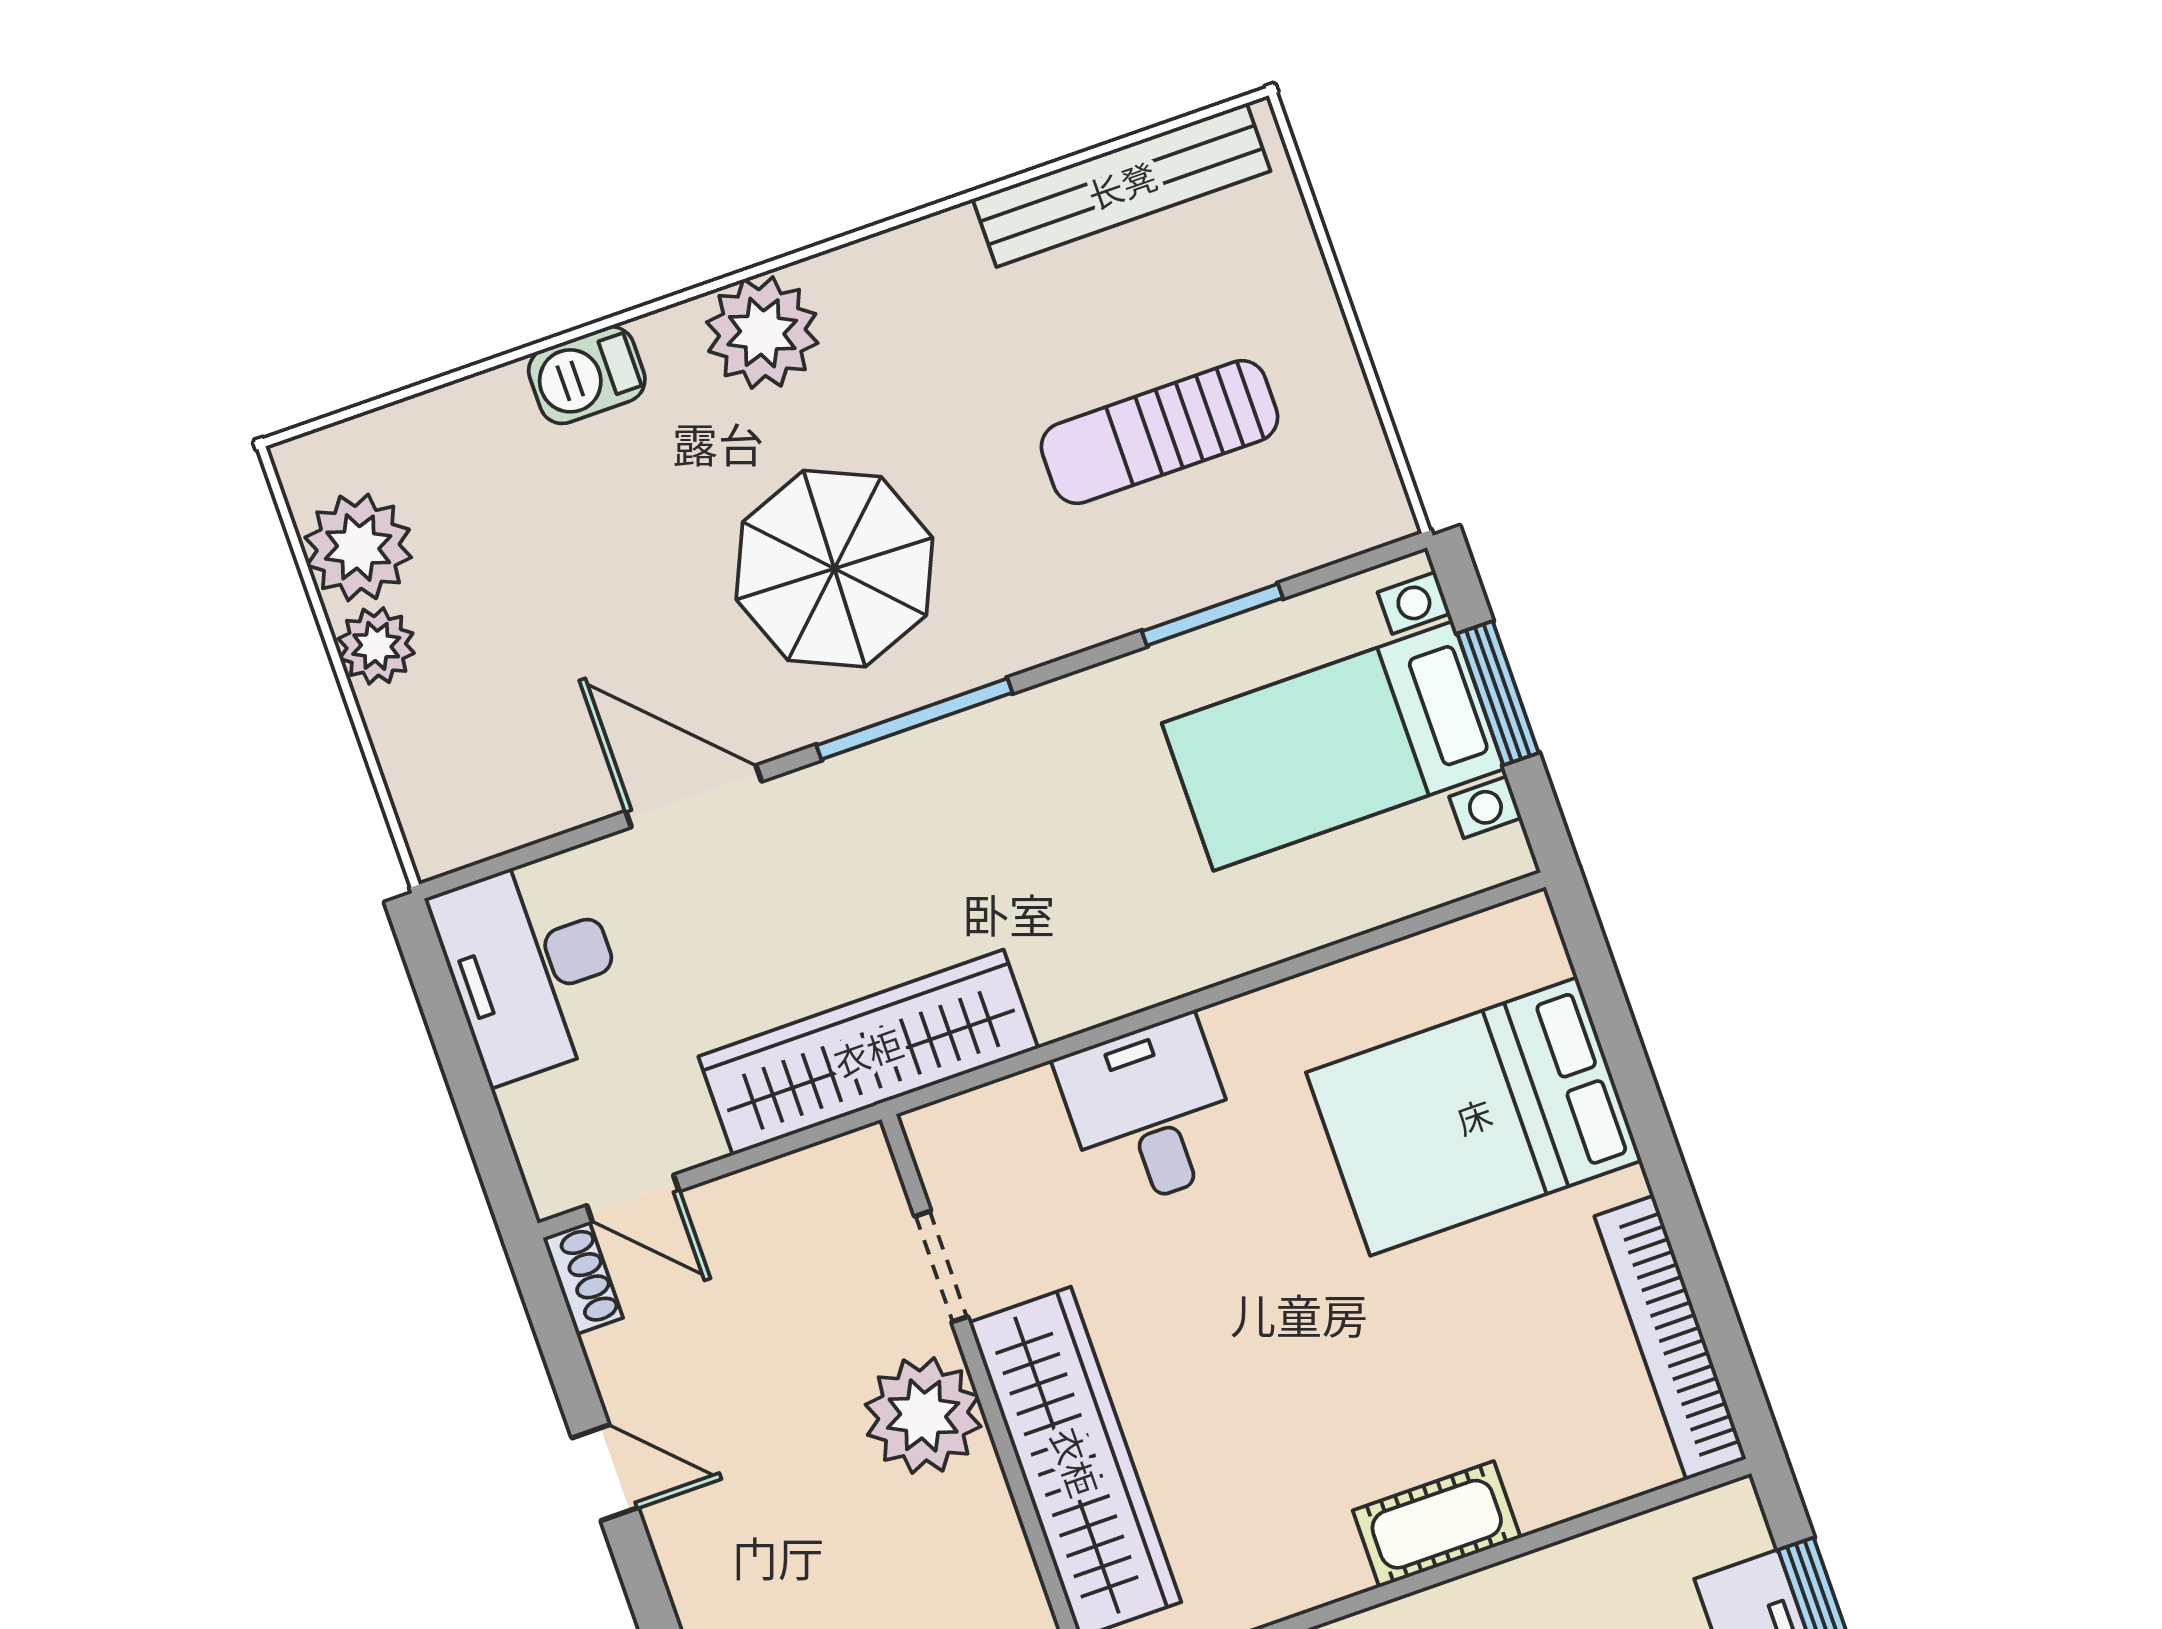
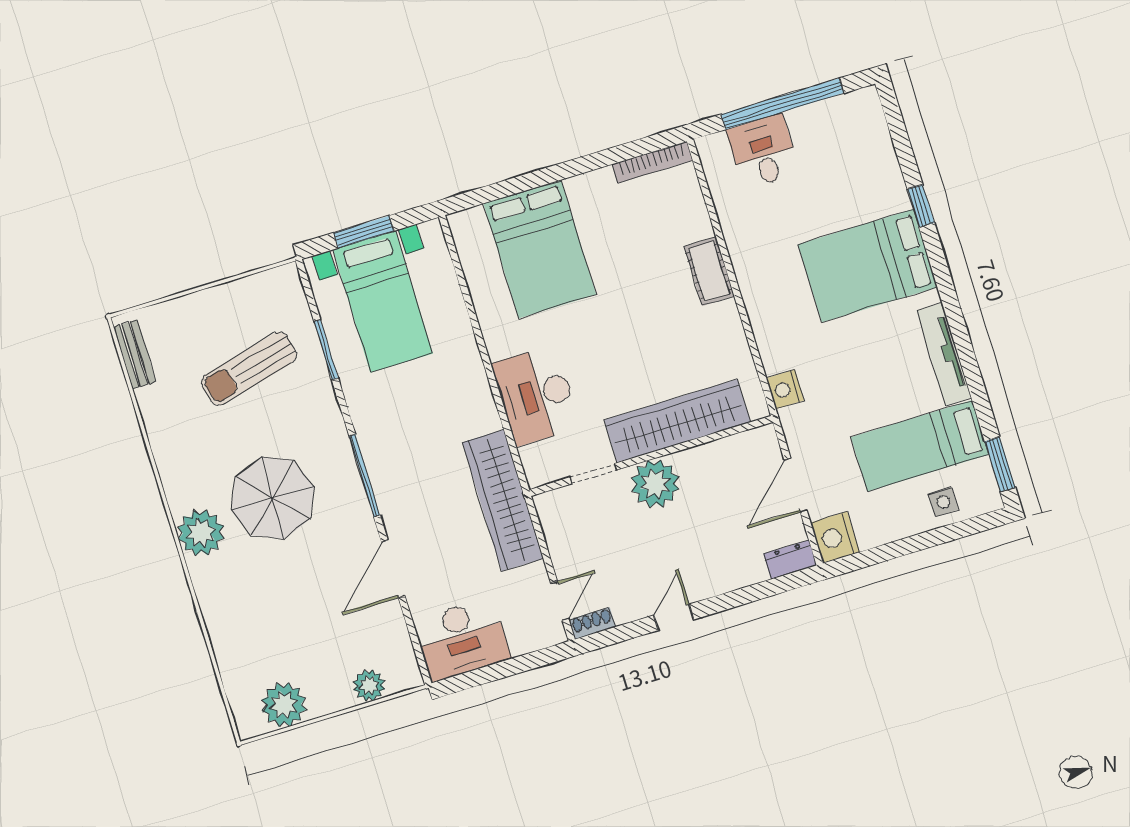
bench: (1122, 185) -> (135, 354), width x0.54, depth x0.82
barbecue: (587, 375) -> (216, 606), removed
sun lounger: (1160, 432) -> (249, 369), turned 76
parasol: (834, 569) -> (273, 498), moved
plant: (376, 646) -> (369, 685), moved
desk: (1150, 1112) -> (536, 395), width x1.37
bookcase: (1670, 1338) -> (652, 162), width x0.68, depth x0.76

